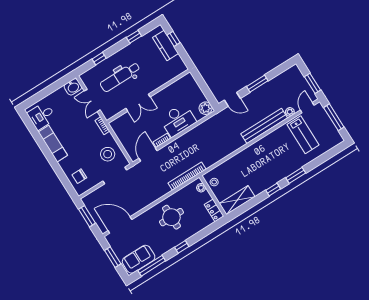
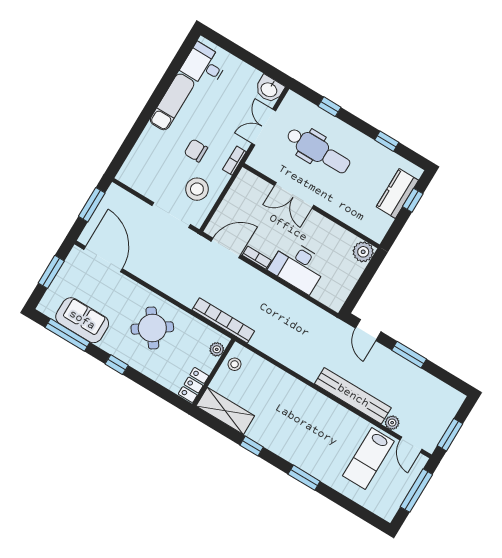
dental chair: (120, 77) -> (318, 150), turned 180
plant: (206, 108) -> (363, 252), moved
door: (307, 108) -> (411, 445), swing flipped
chair: (79, 176) -> (196, 151), moved
window: (273, 190) -> (252, 446), moved
round table: (171, 217) -> (152, 328), turned -35
sofa: (139, 259) -> (82, 320), moved

